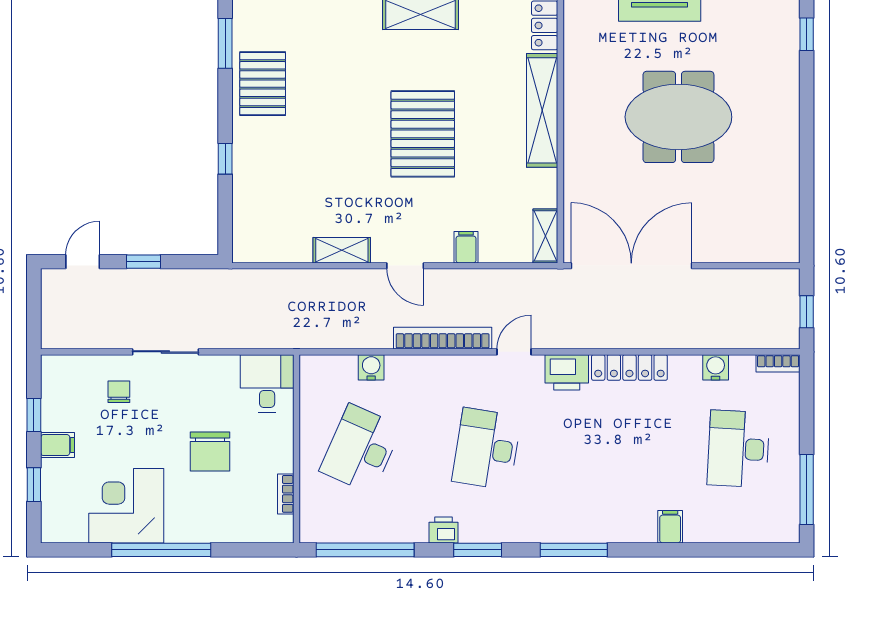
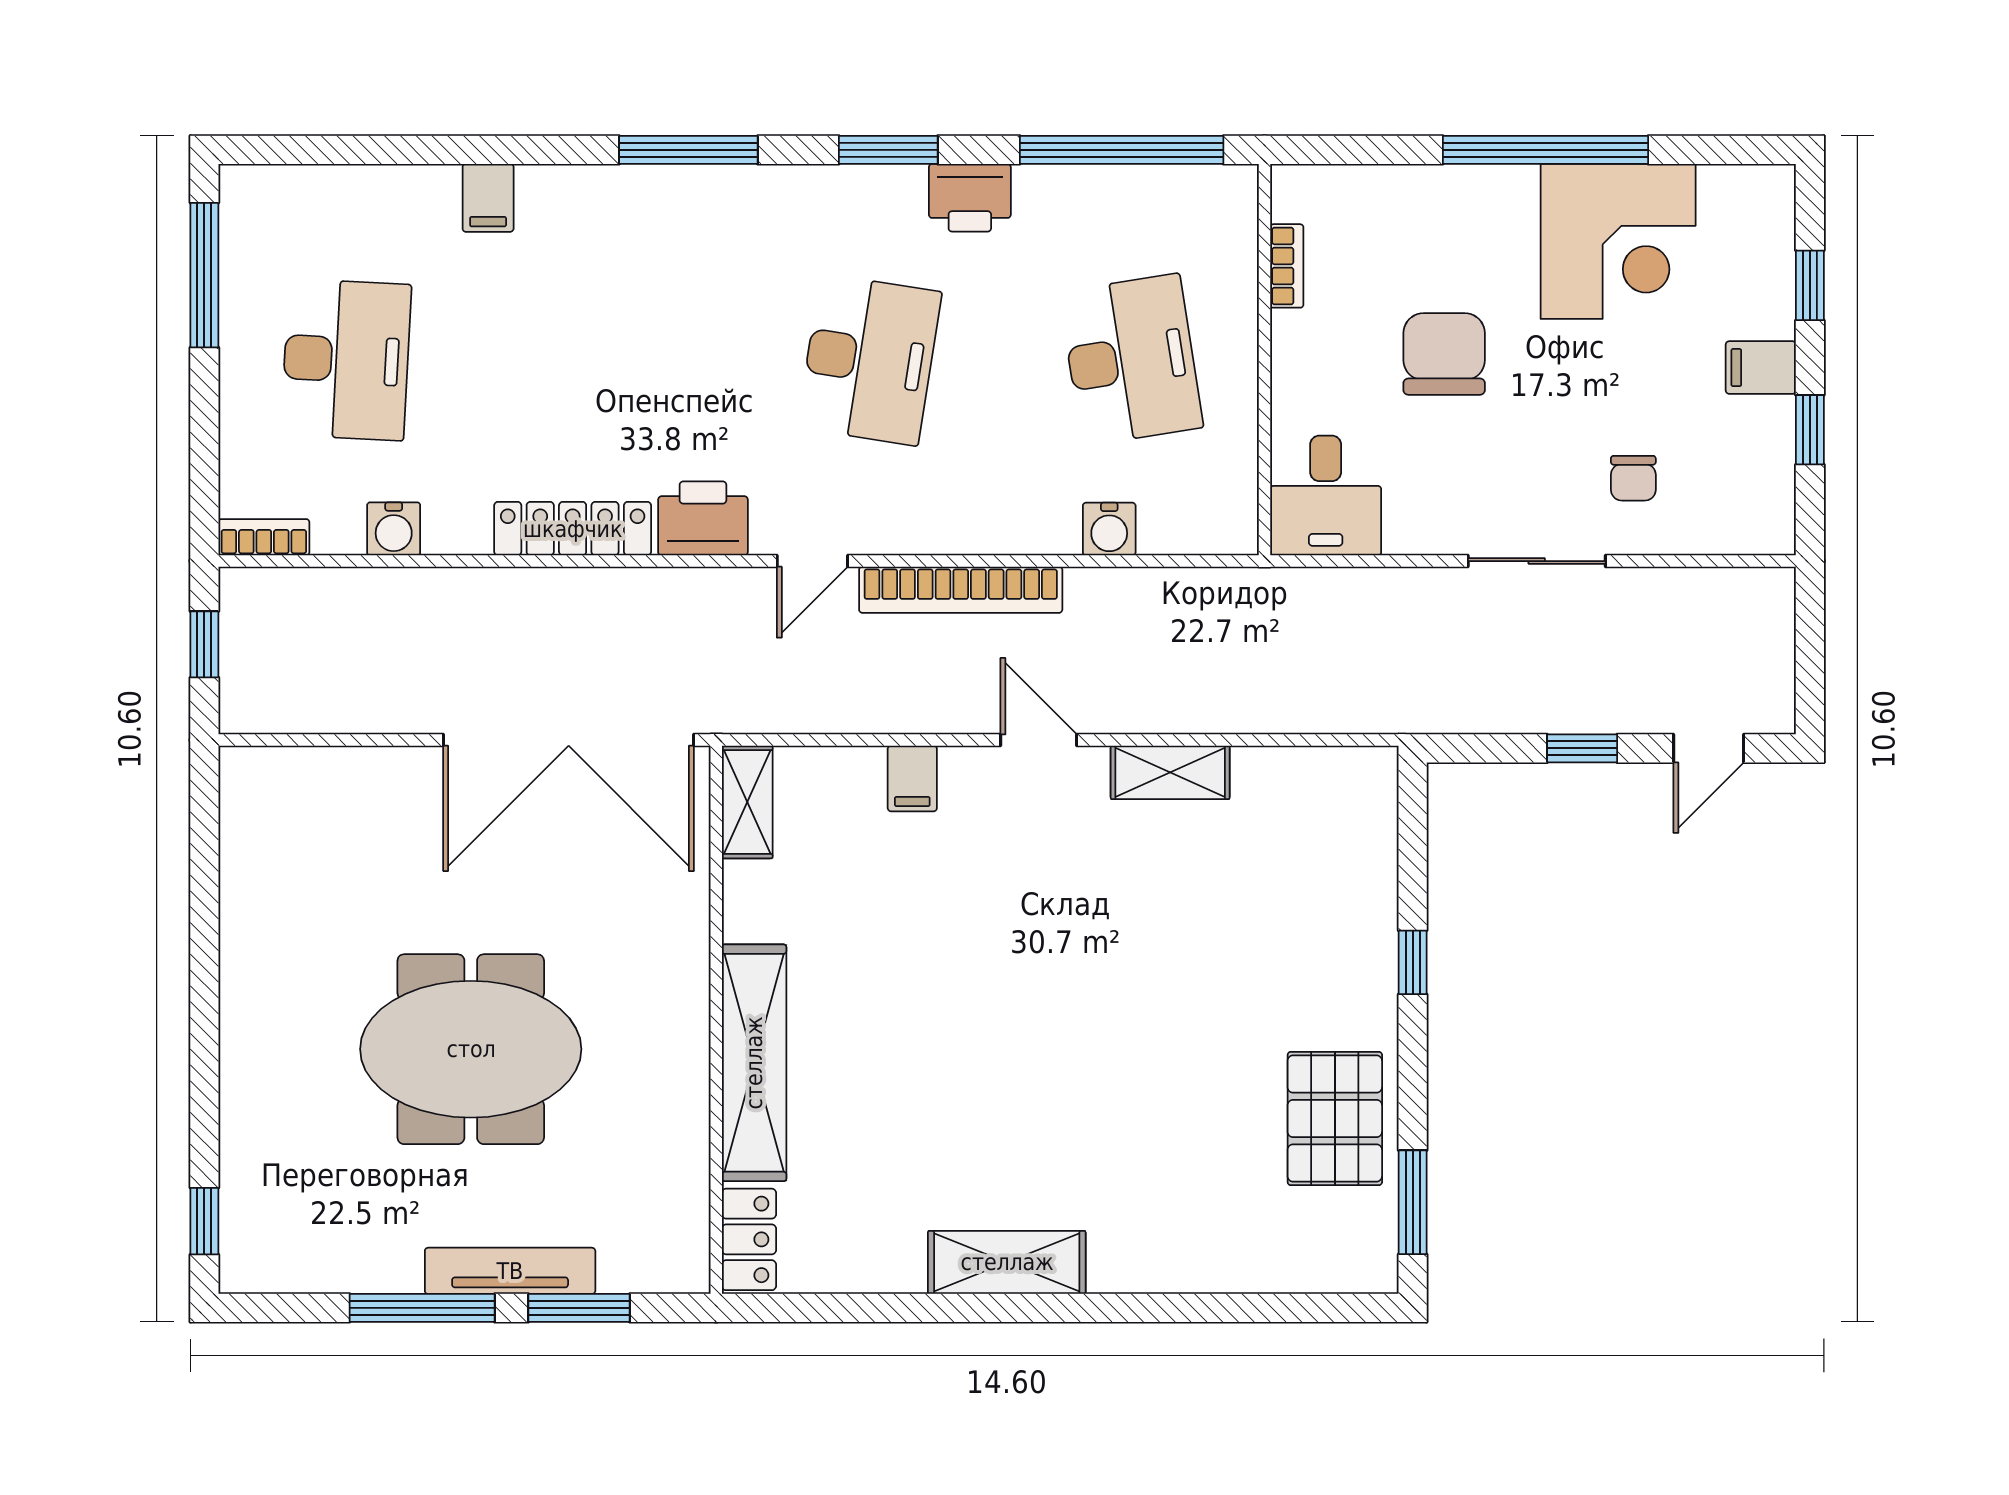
pallet: (423, 134) -> (1002, 1014), removed
desk: (361, 449) -> (1131, 360), turned -33
printer: (444, 530) -> (970, 198), width x1.36, depth x1.24

